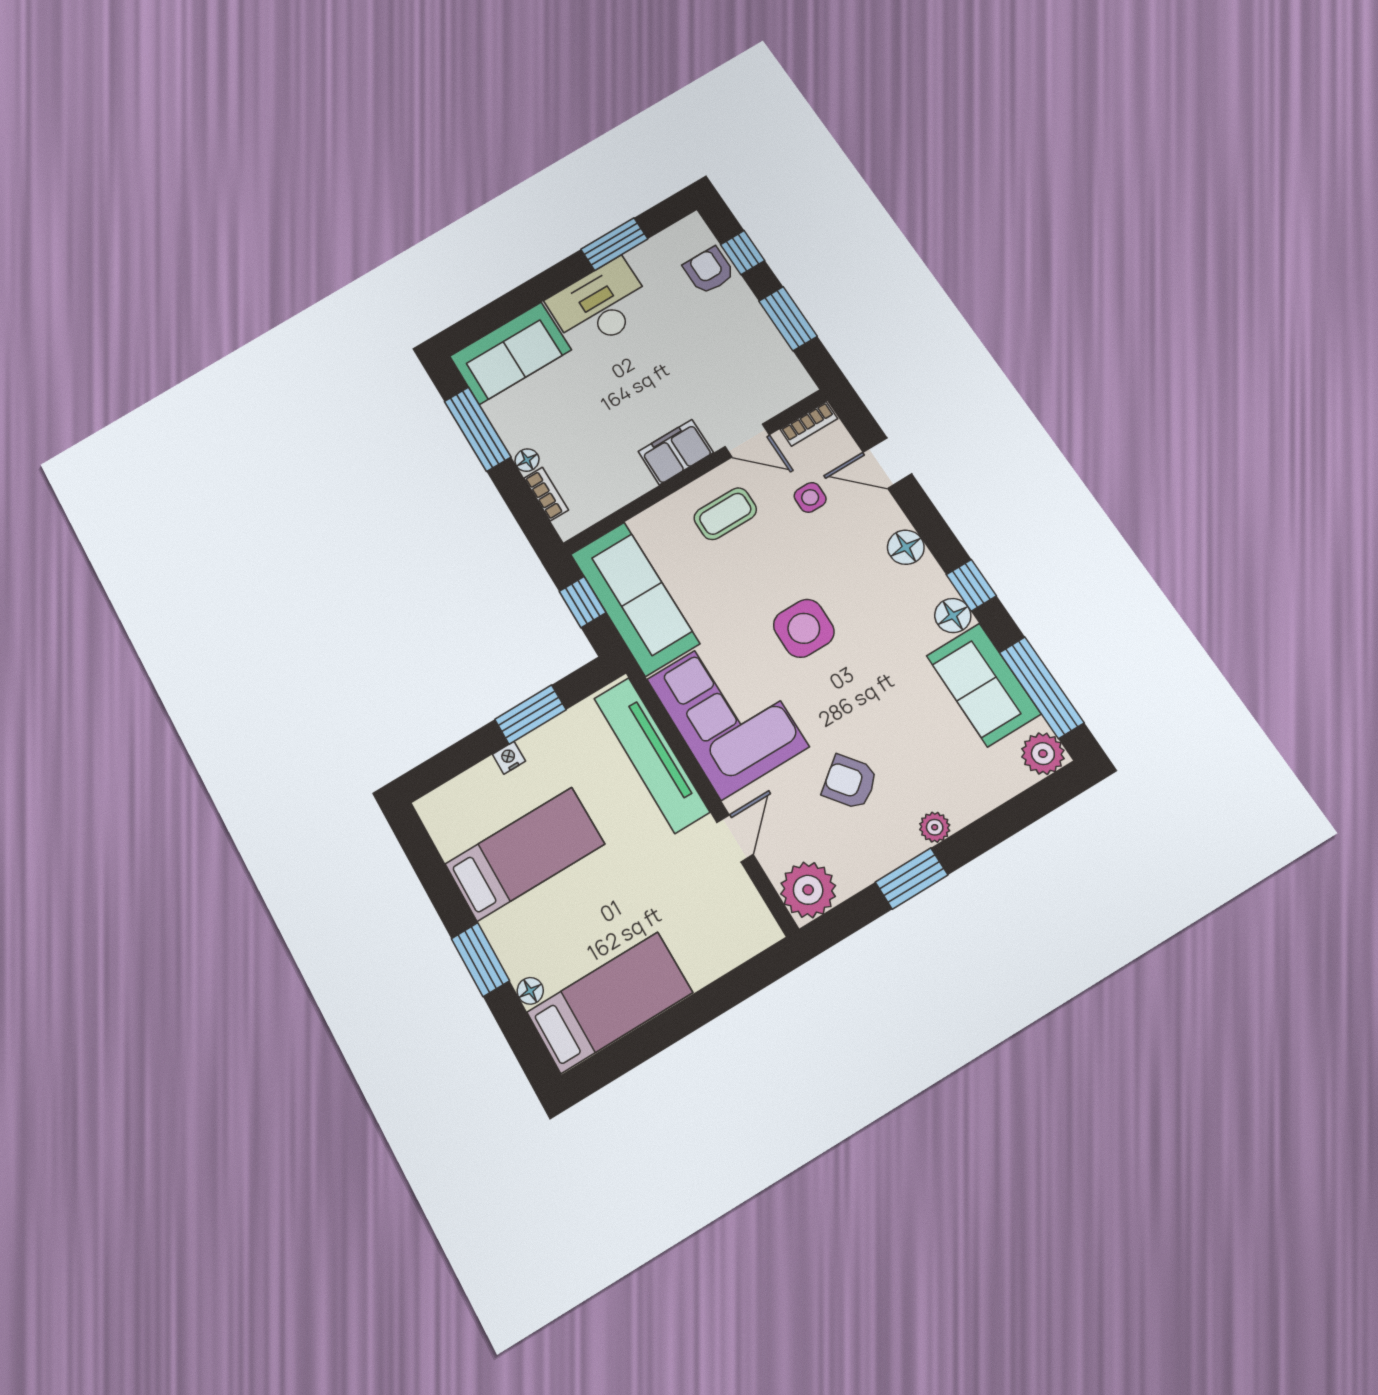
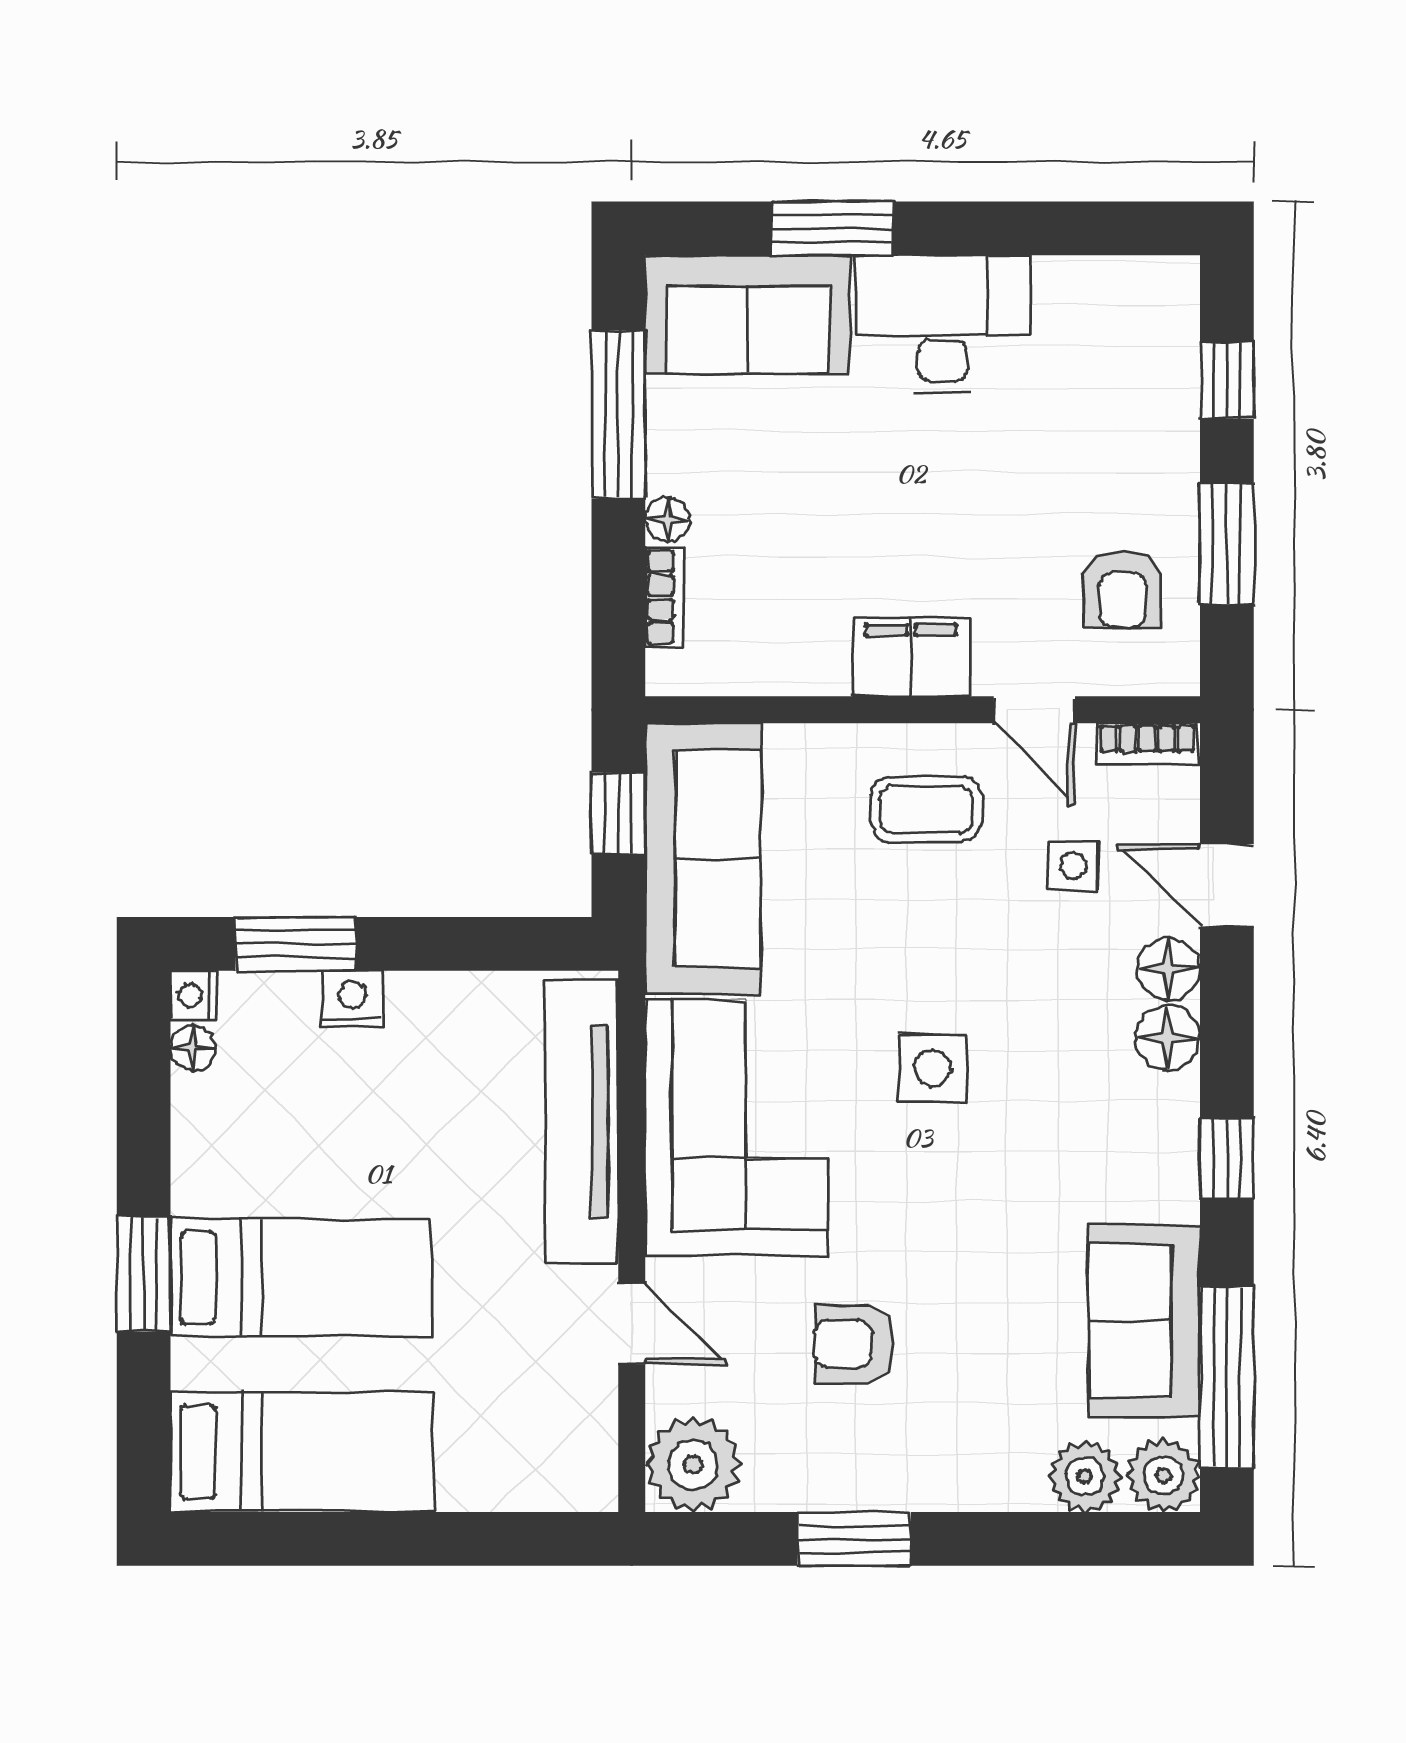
window: (614, 244) -> (832, 228), moved
armchair: (709, 270) -> (1122, 589), moved, turned 180
floor lamp: (953, 616) -> (1169, 969), moved
side table: (804, 628) -> (933, 1068), width x0.73, depth x0.73
window: (530, 714) -> (296, 944), moved
nightstand: (509, 758) -> (352, 999), width x1.39, depth x1.35
armchair: (850, 782) -> (854, 1344), turned -52
nightstand: (429, 808) -> (194, 995), added
plant: (935, 827) -> (1085, 1476), moved, width x1.38, depth x1.38
door: (735, 838) -> (632, 1324), hinge flipped
bed: (525, 854) -> (301, 1278), moved
floor lamp: (530, 991) -> (193, 1048), moved

